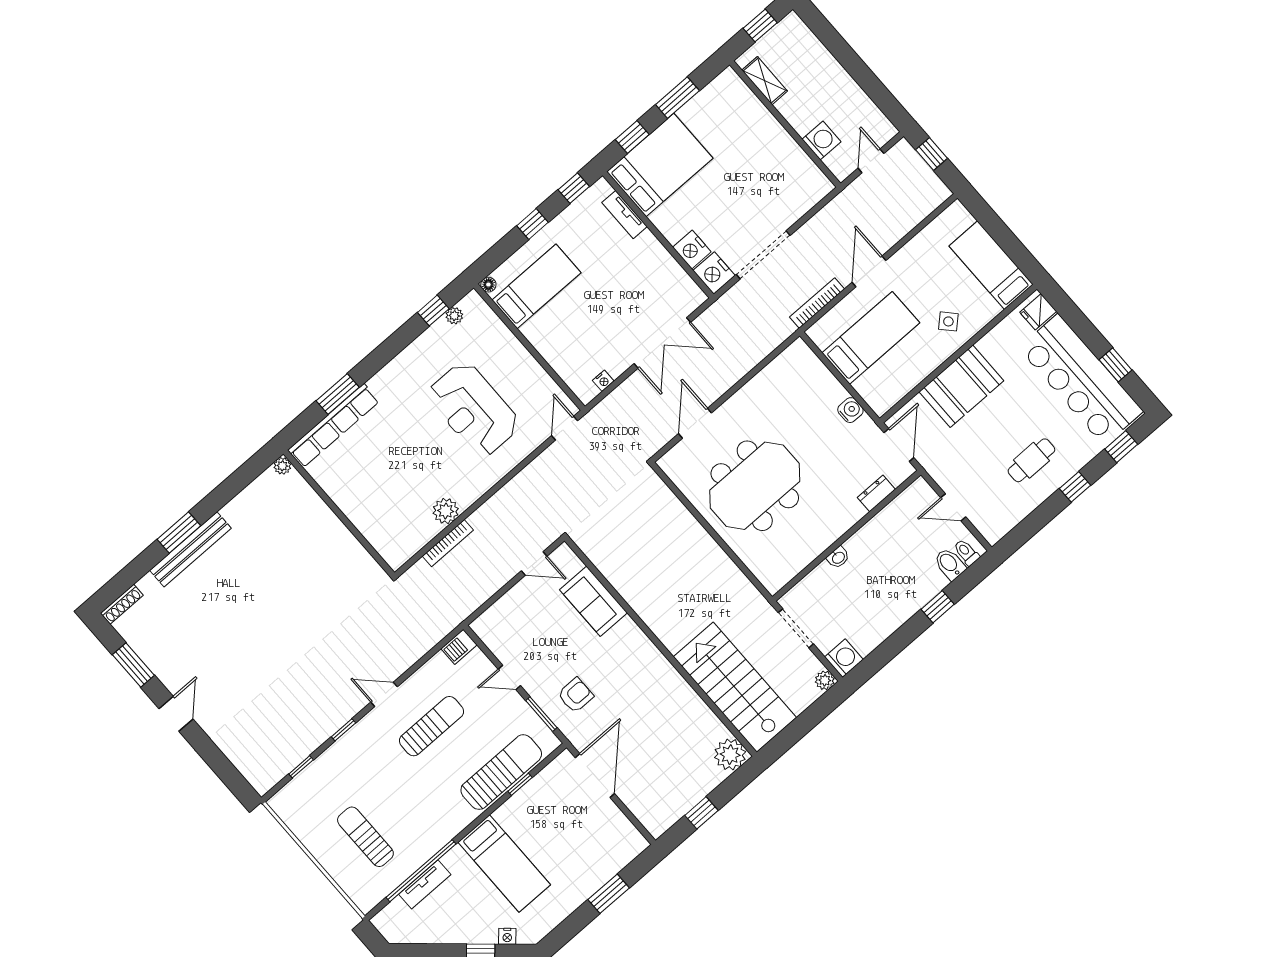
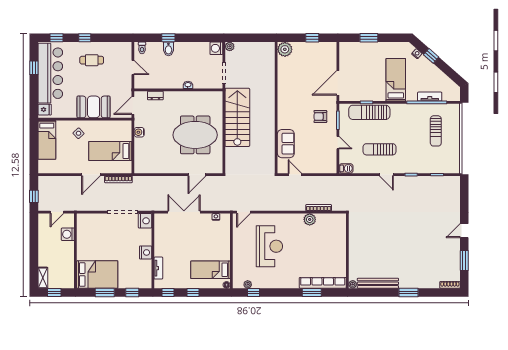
shelving: (765, 81) -> (43, 278), moved
bed: (660, 165) -> (97, 275), moved, turned 180
nightstand: (692, 249) -> (146, 252), moved
bench: (190, 549) -> (378, 283), moved
bidet: (950, 564) -> (168, 49), moved
stairs: (735, 687) -> (237, 117), moved, turned 180

